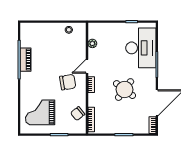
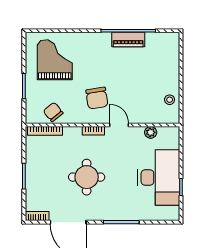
desk: (141, 48) -> (159, 178), moved, turned -90
round table: (125, 90) -> (87, 177), turned -37

